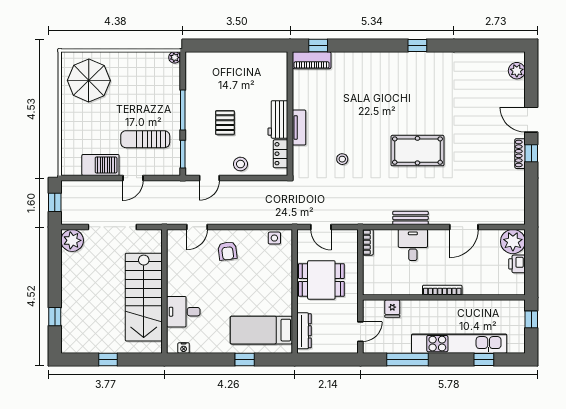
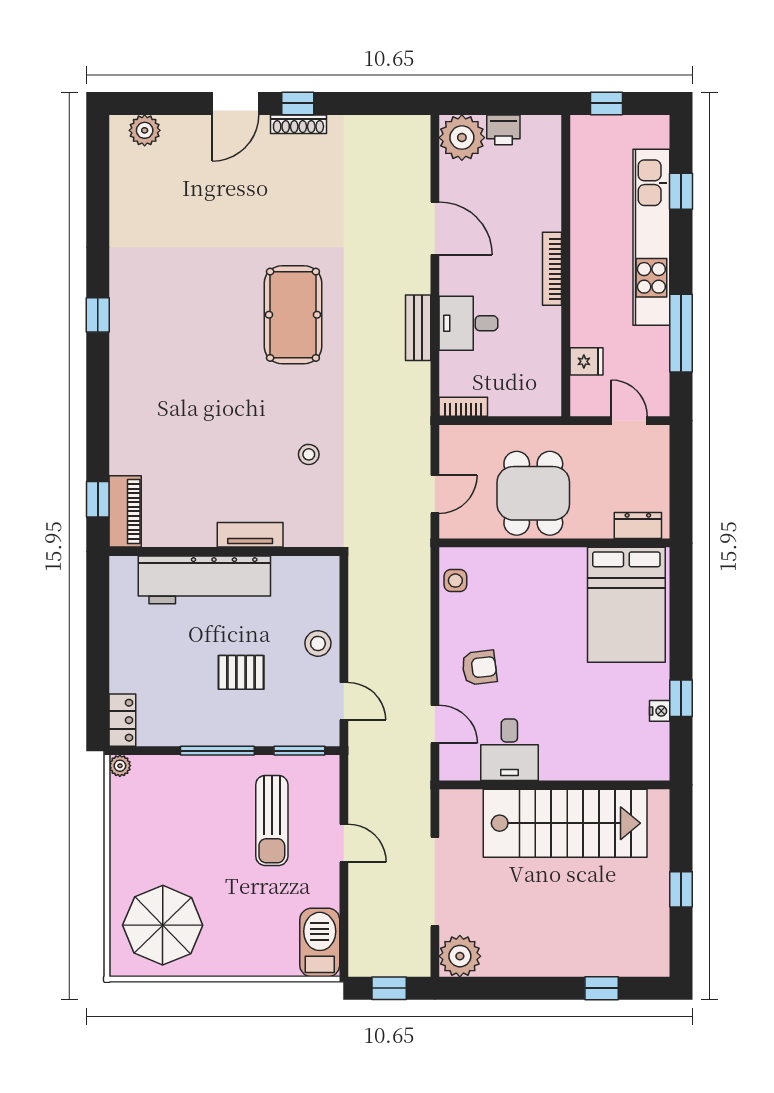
workbench: (278, 119) -> (204, 580), width x1.88, depth x1.32
locker: (281, 154) -> (122, 720), moved, turned -90
barbecue: (100, 165) -> (320, 942), moved
desk: (183, 312) -> (509, 750), moved
bed: (261, 330) -> (626, 605), width x1.50
dresser: (304, 331) -> (638, 526), width x0.70
nightstand: (184, 348) -> (660, 711), moved
window: (245, 359) -> (681, 698), moved

